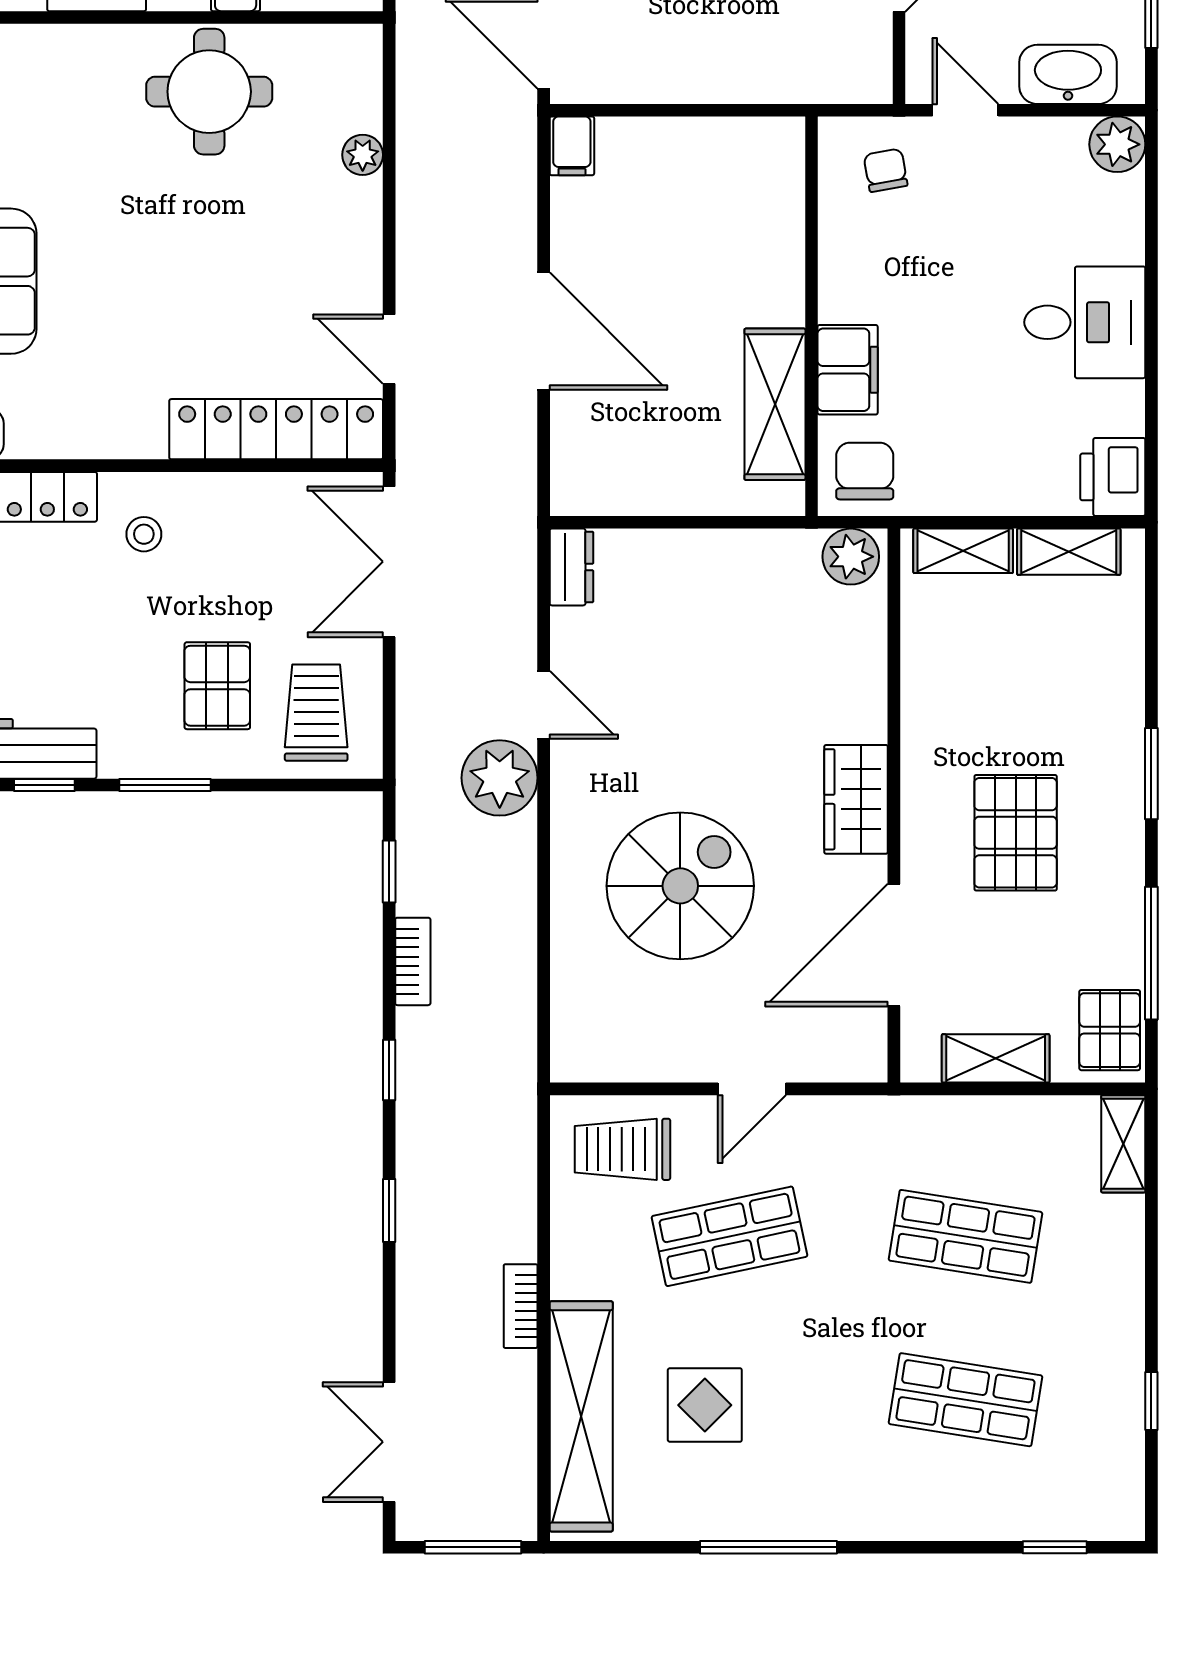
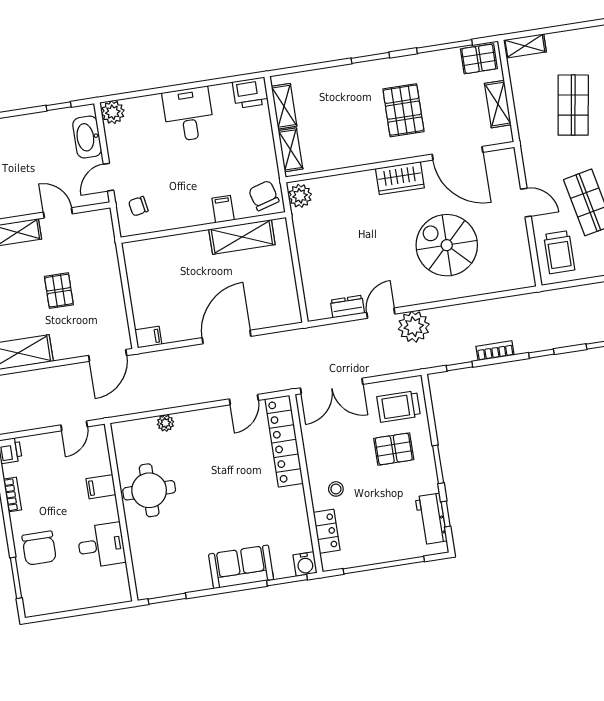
filing cabinet: (848, 370) -> (223, 209), width x0.50
chair: (865, 471) -> (264, 196), turned 74
dresser: (571, 567) -> (347, 307), moved
pallet: (1016, 833) -> (403, 110), turned 90

